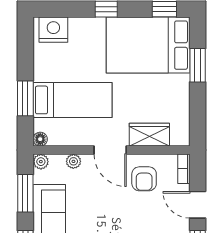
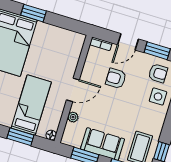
wardrobe: (149, 135) -> (70, 60), removed
plant: (41, 162) -> (66, 139), removed
armchair: (144, 179) -> (116, 78), moved, turned 180

